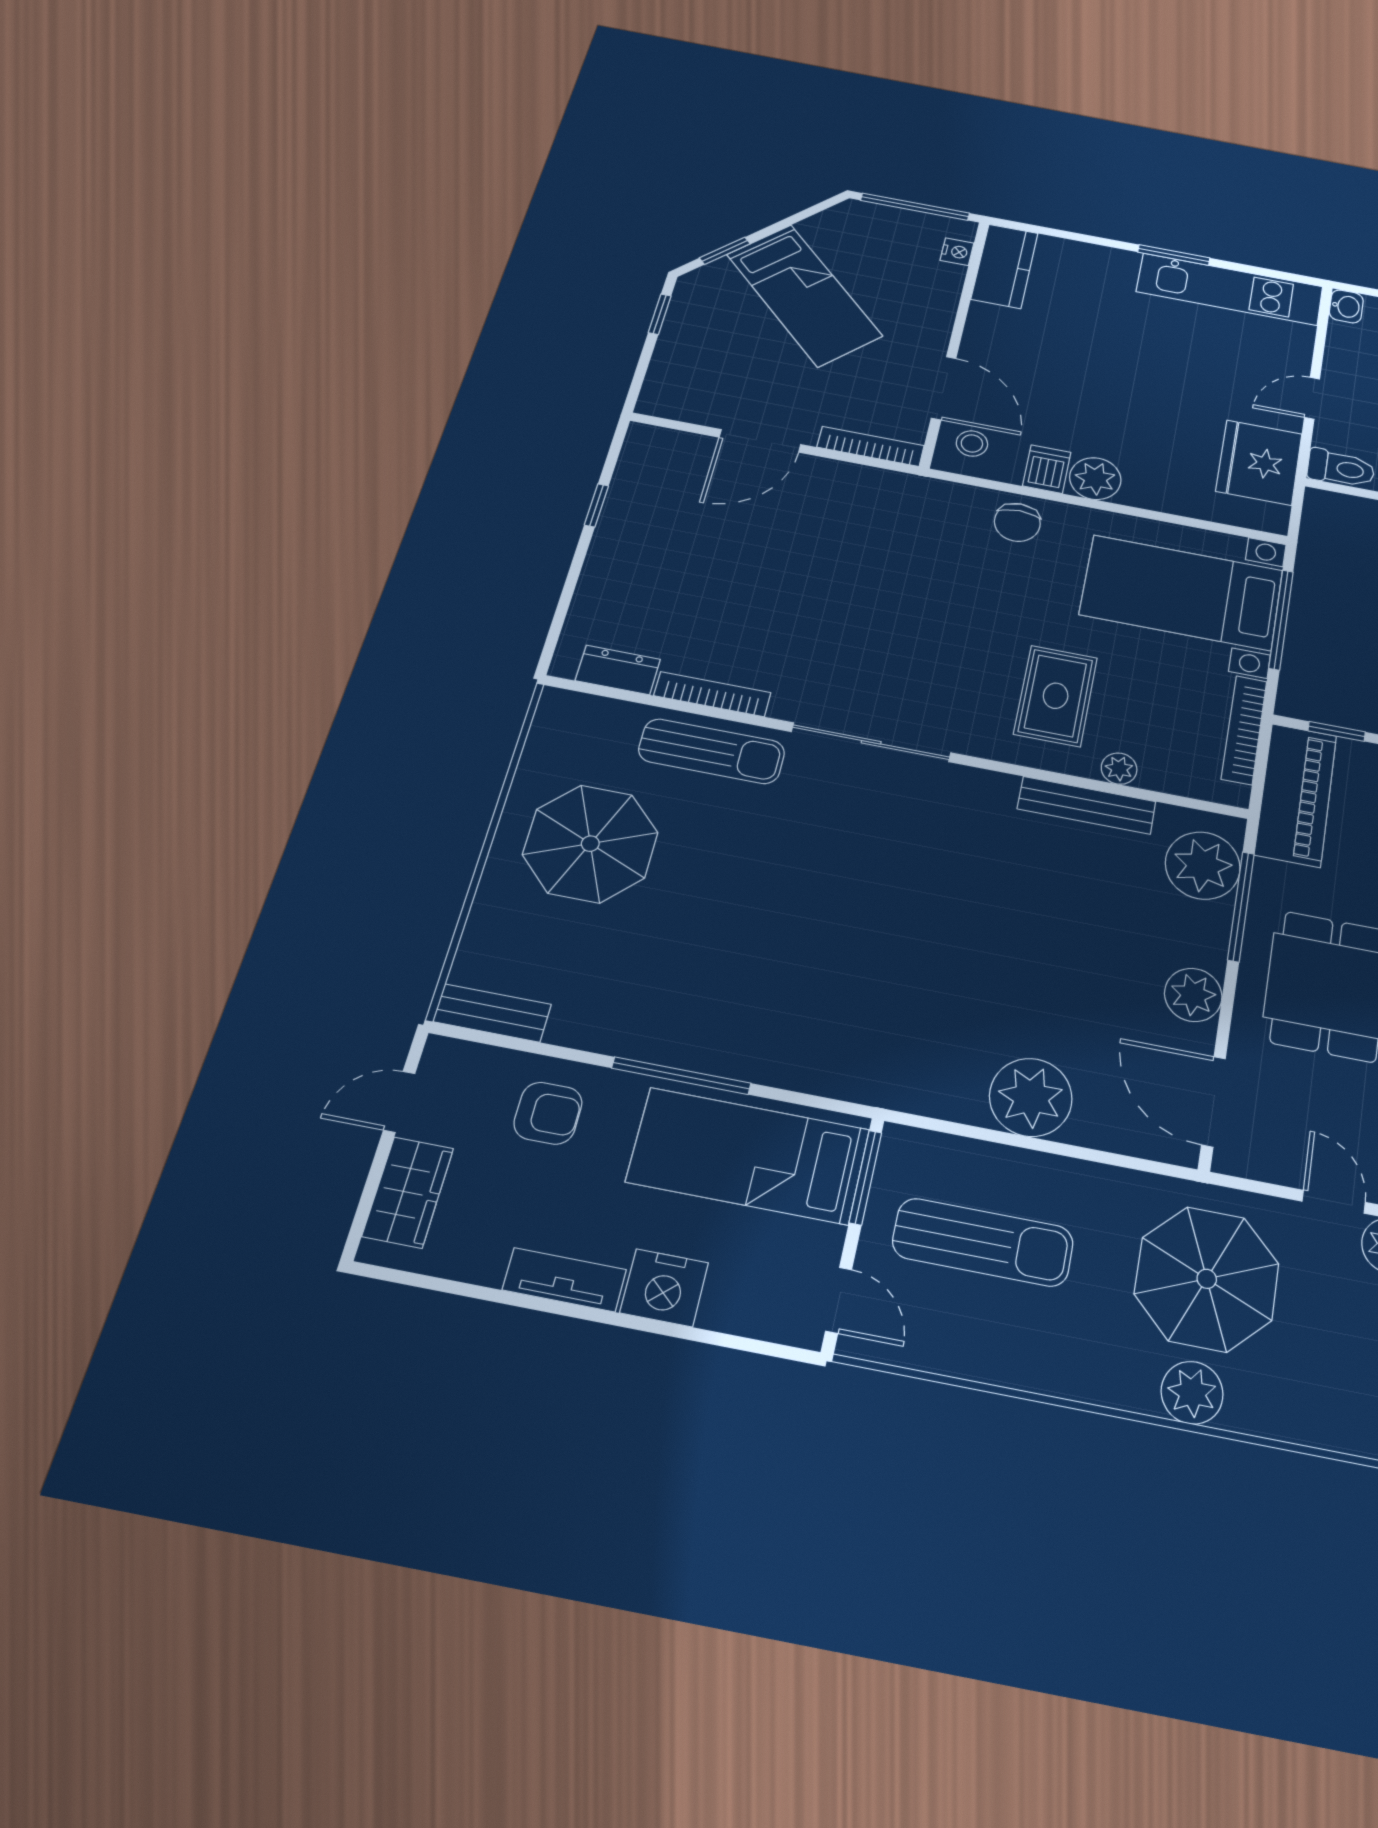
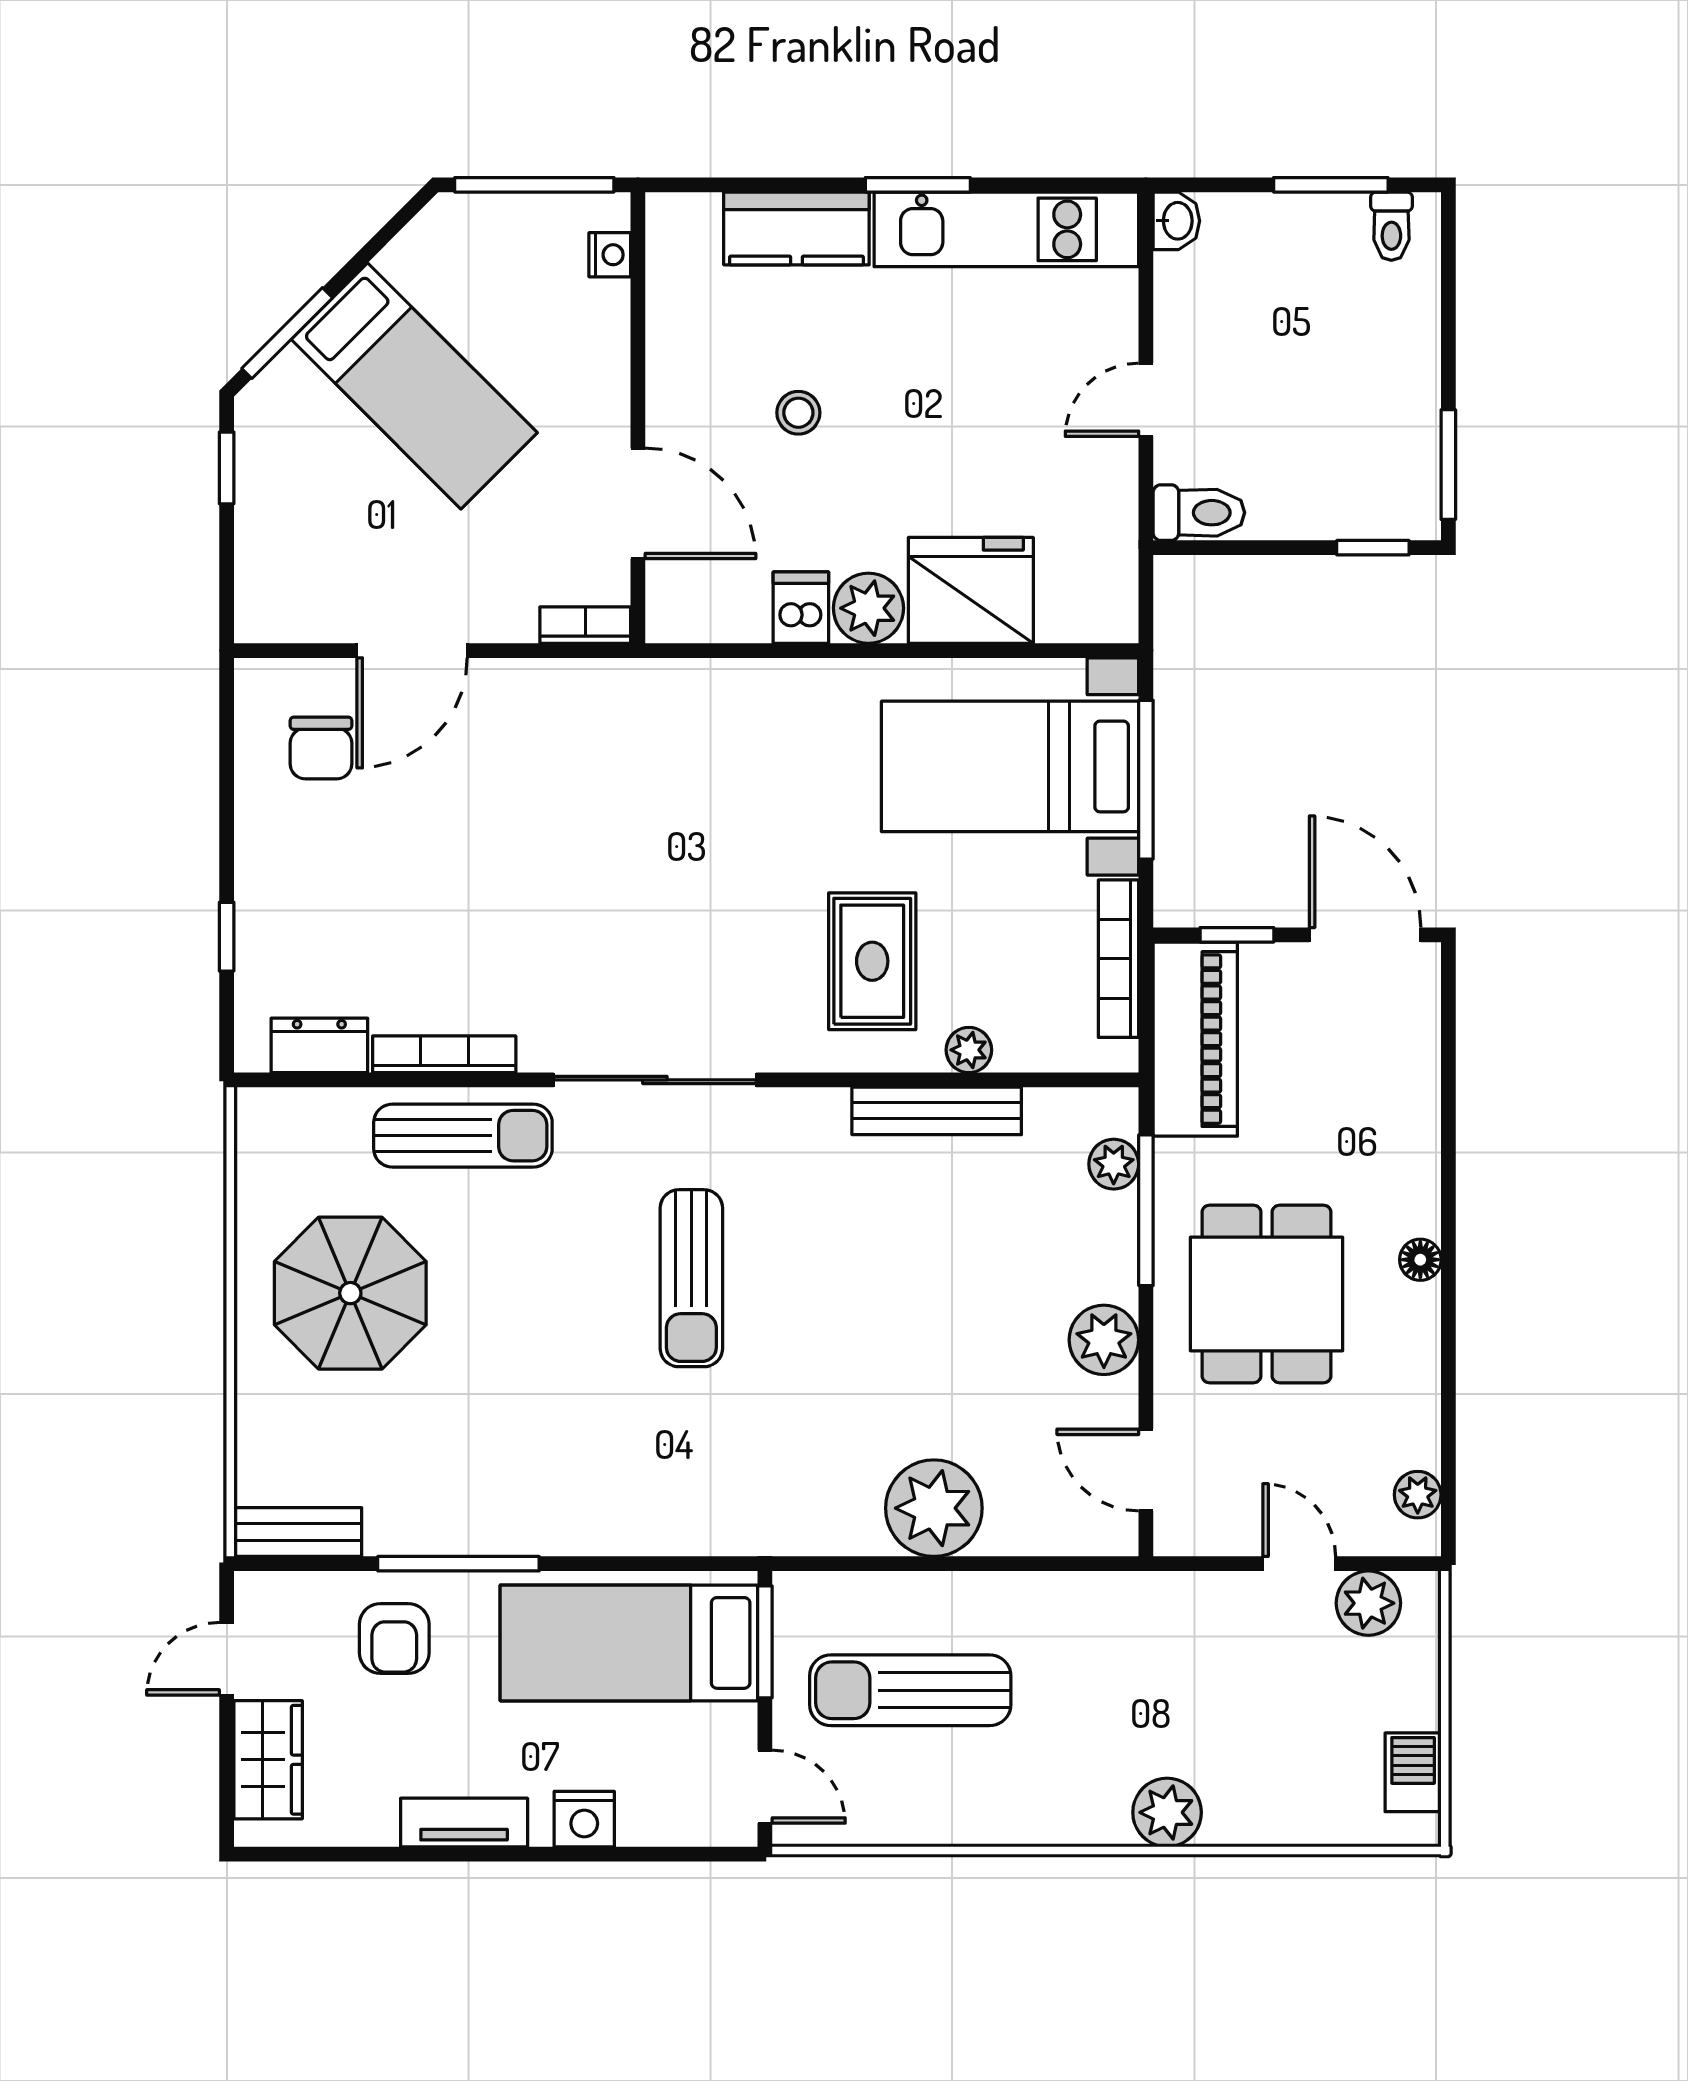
window: (725, 251) -> (287, 333), width x1.50
kitchen counter: (1005, 266) -> (796, 228), moved, turned 90
stool: (972, 443) -> (798, 413), moved
bookcase: (871, 446) -> (585, 625), width x0.64
fridge: (1259, 462) -> (971, 590), moved, turned 90
window: (596, 505) -> (227, 937), moved
chair: (1017, 522) -> (321, 748), moved
plant: (1203, 866) -> (1114, 1164), width x0.53, depth x0.53
sun lounger: (867, 885) -> (691, 1278), added
window: (681, 1076) -> (458, 1564), moved
door: (1213, 1101) -> (1146, 1470), width x0.73
armchair: (548, 1113) -> (394, 1639), turned 90
sun lounger: (983, 1242) -> (910, 1690), turned 180
parasol: (1207, 1279) -> (1166, 1682), removed
nightstand: (664, 1288) -> (584, 1819), width x0.74, depth x0.75

